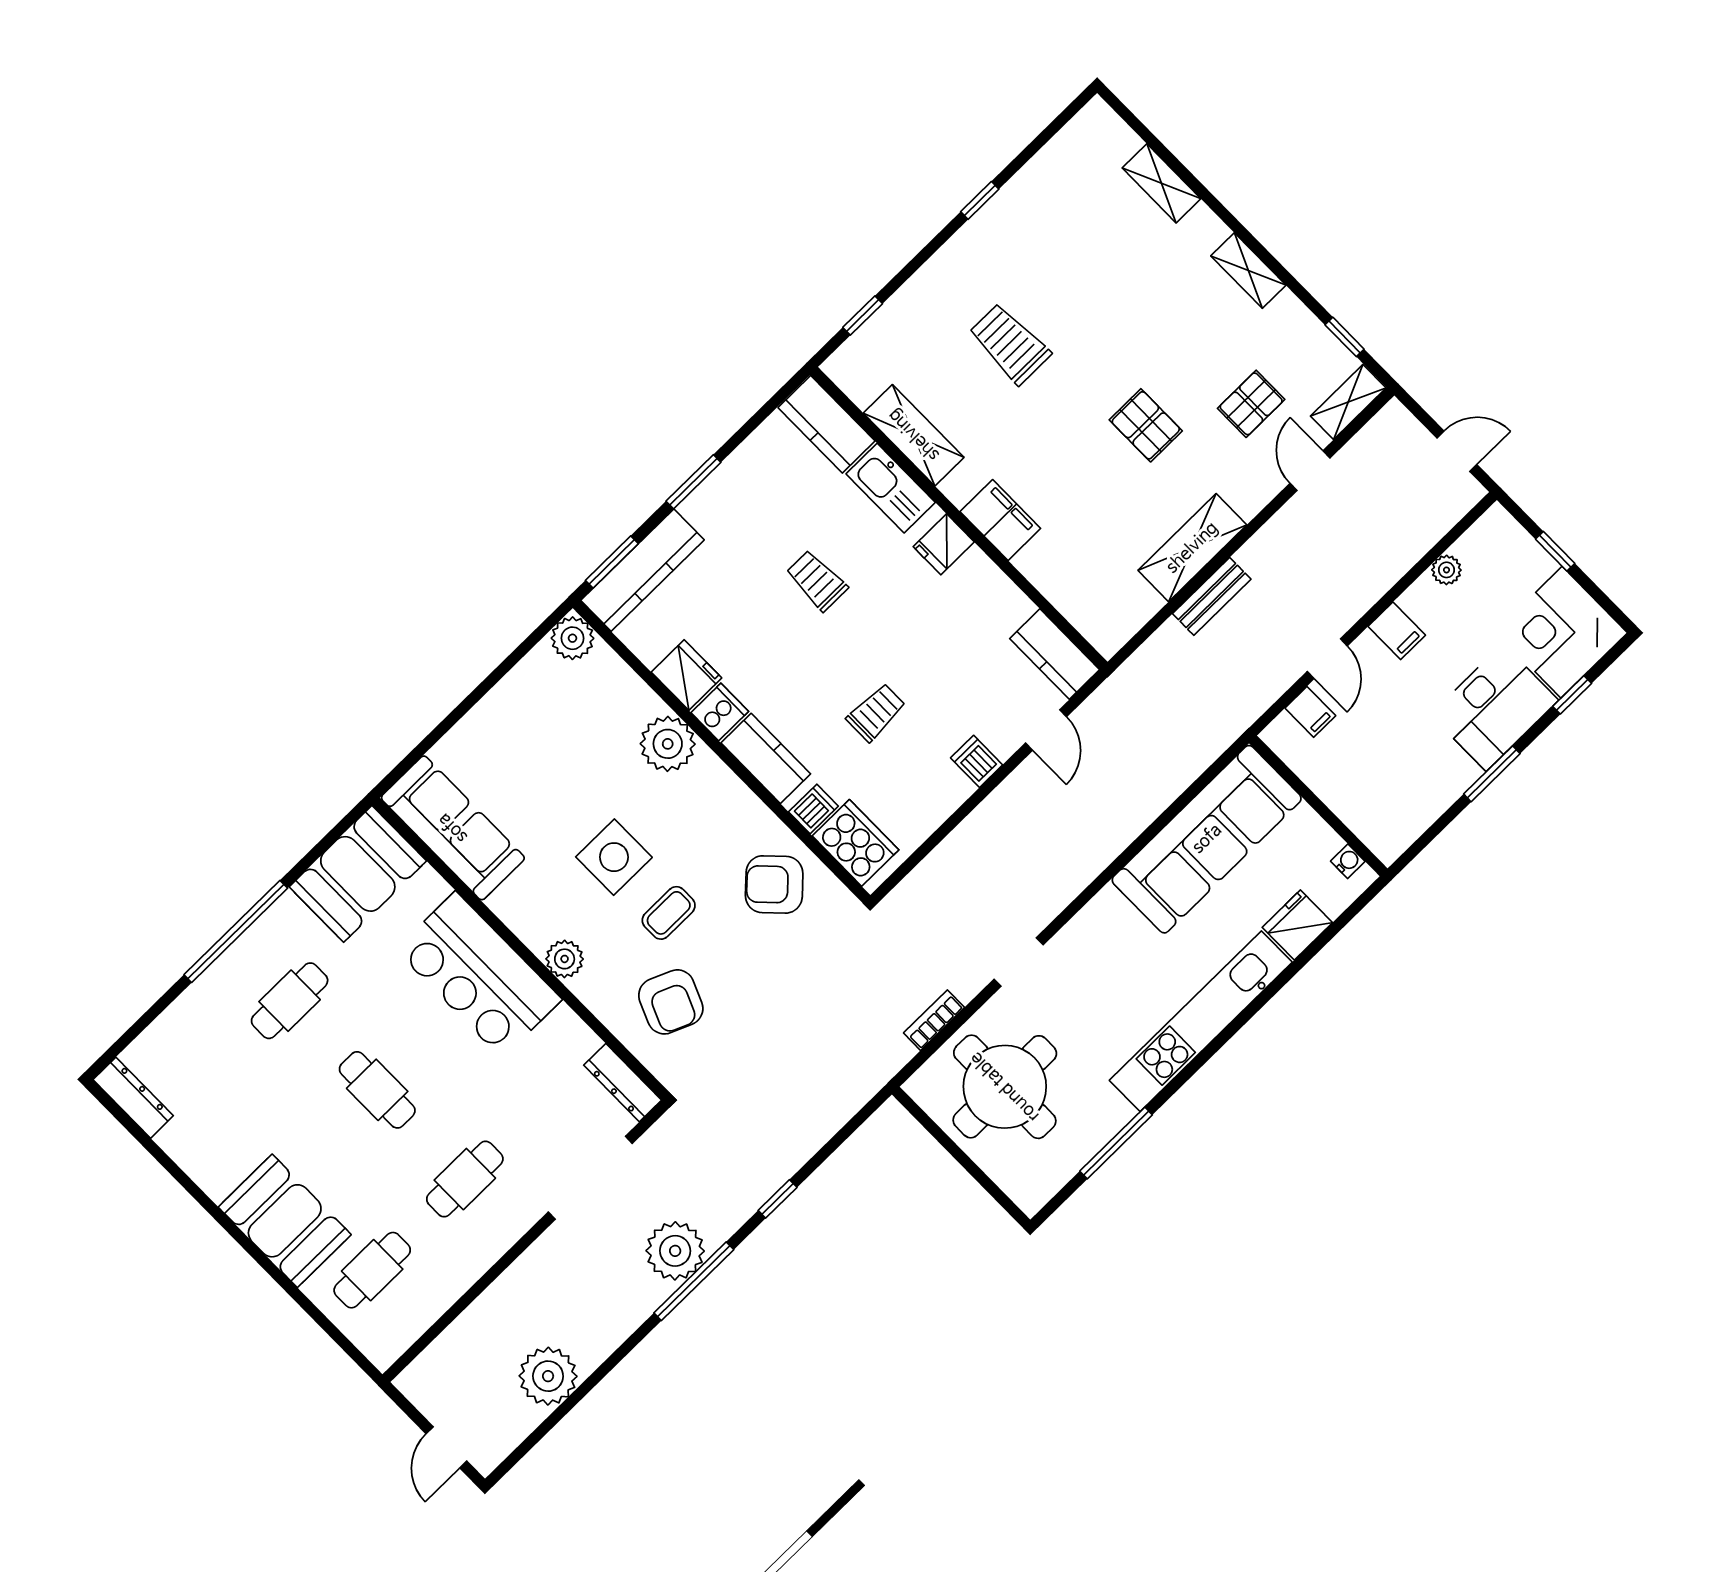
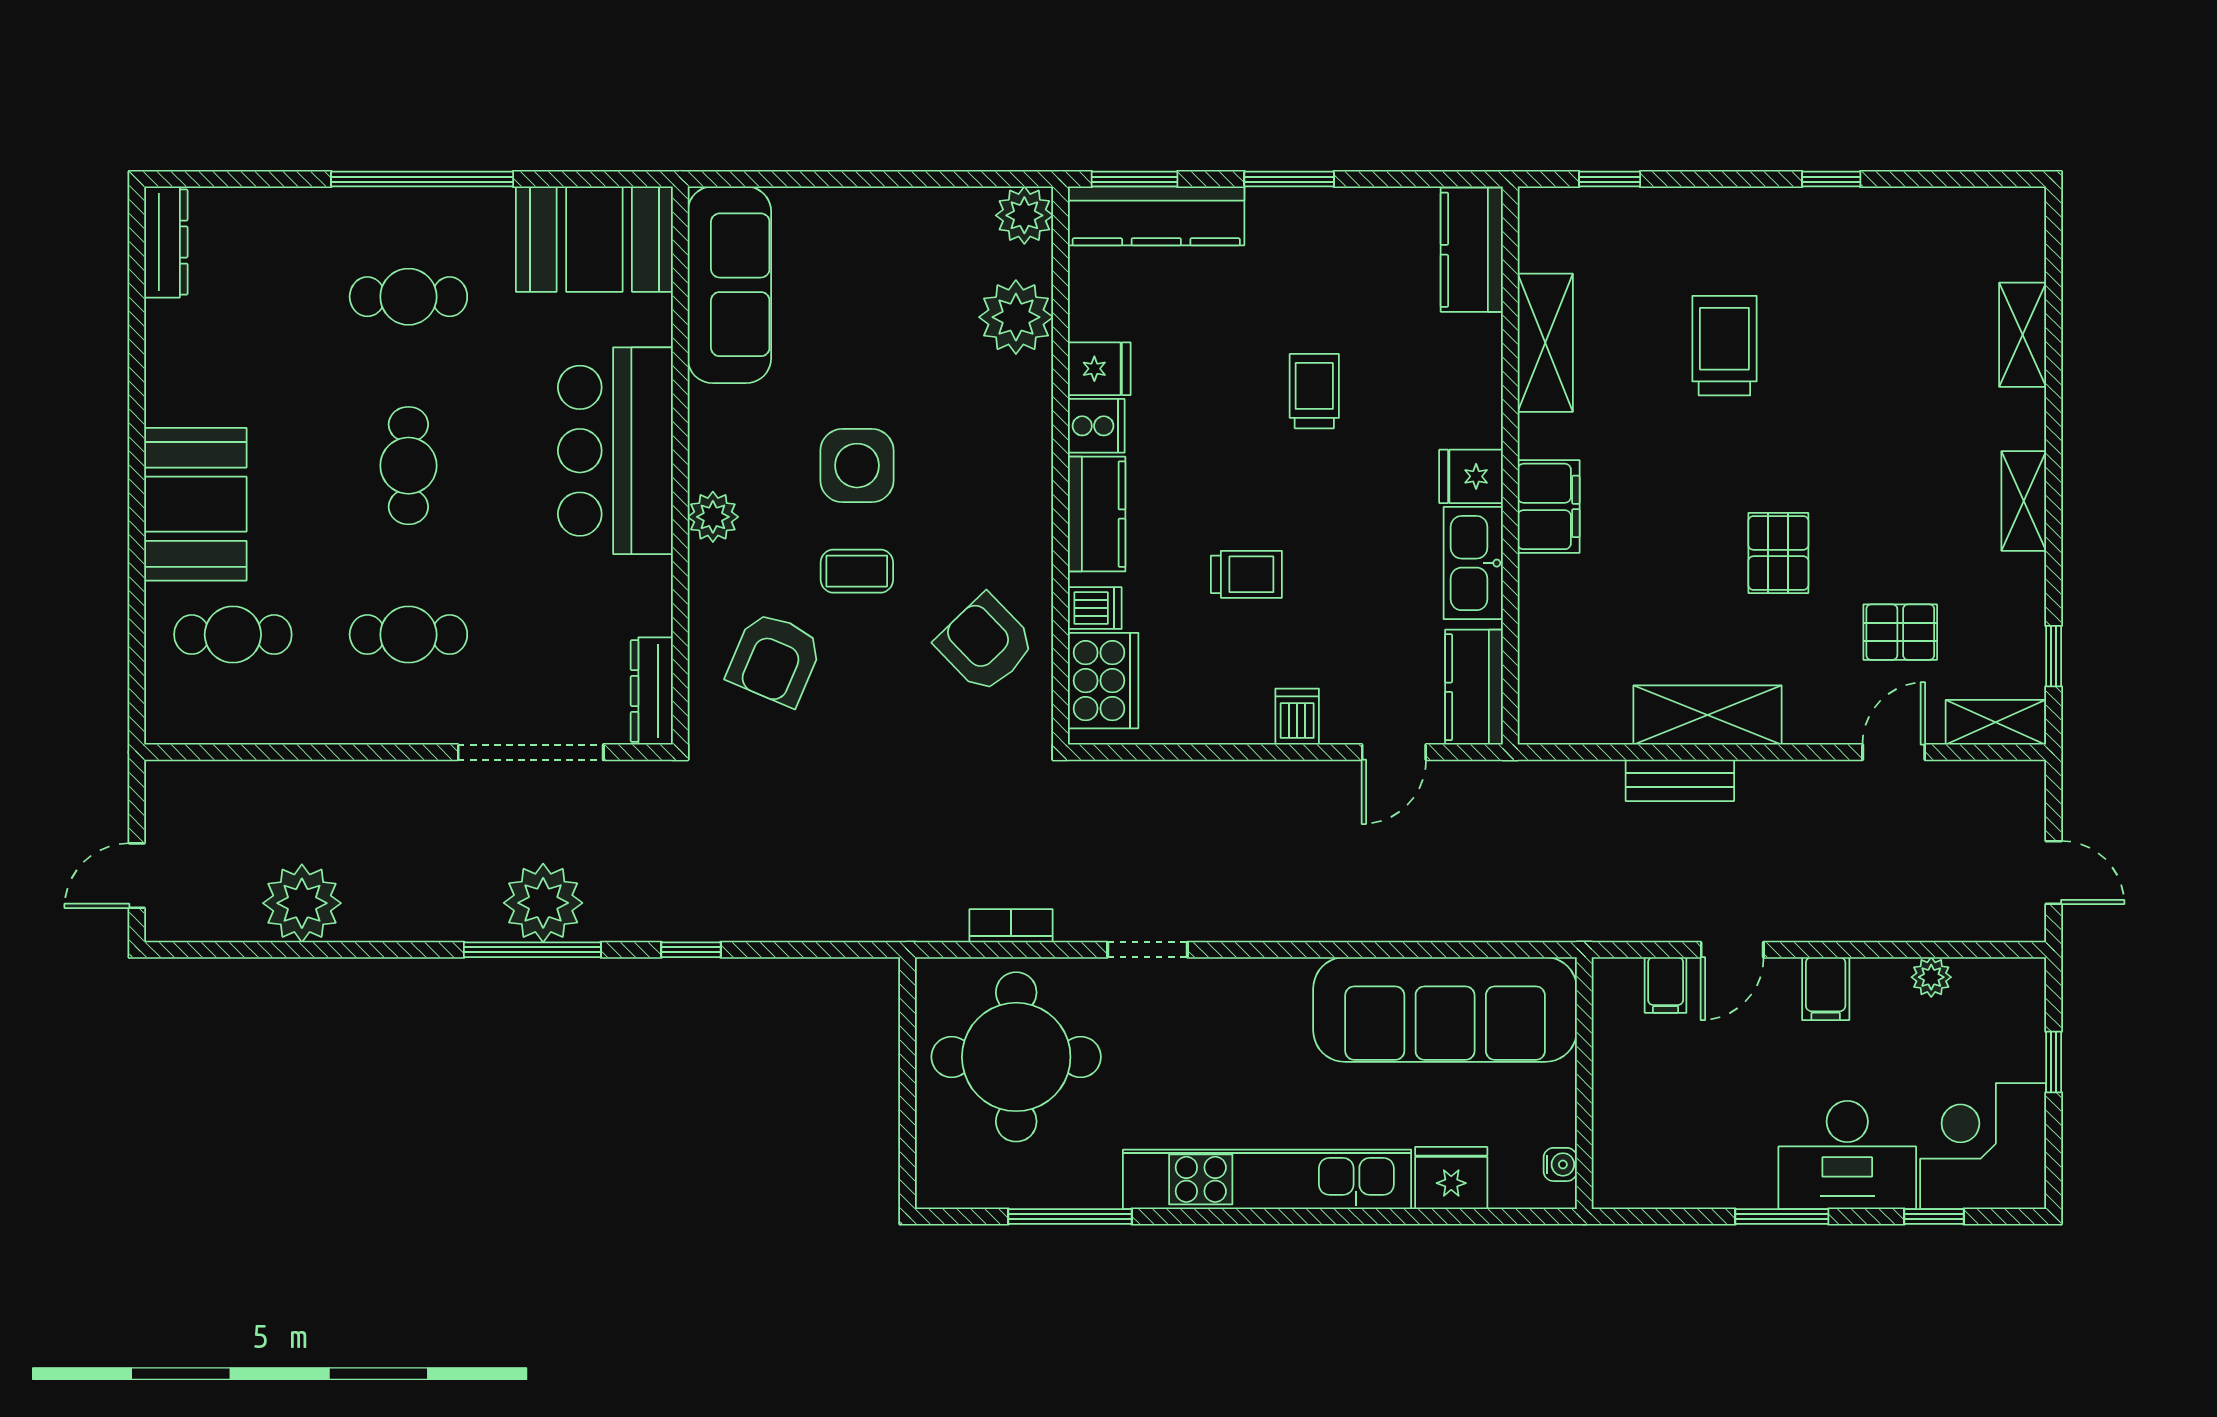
kitchen sink: (891, 488) -> (1473, 563), moved
fridge: (686, 675) -> (1099, 369), width x0.72
plant: (668, 744) -> (1016, 317), moved

